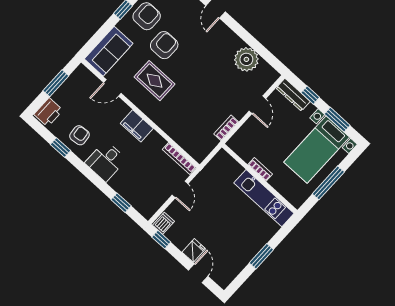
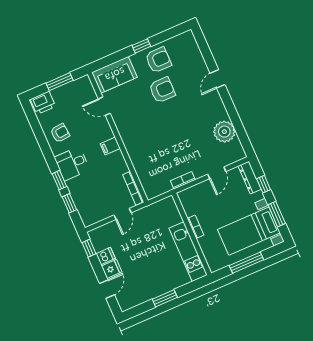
rug: (155, 81) -> (141, 115), removed
filing cabinet: (137, 126) -> (110, 146), width x0.50
window: (61, 147) -> (59, 180), moved
dishwasher: (164, 223) -> (106, 256), moved

